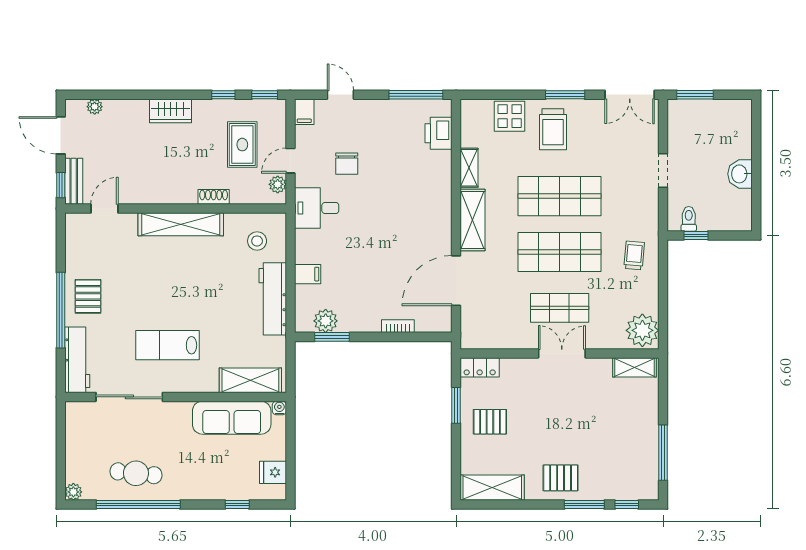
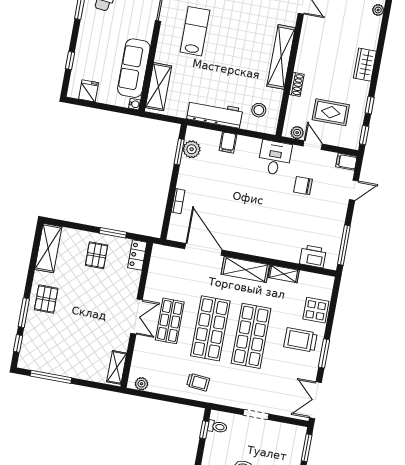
plant: (642, 330) -> (141, 384), width x0.53, depth x0.53

